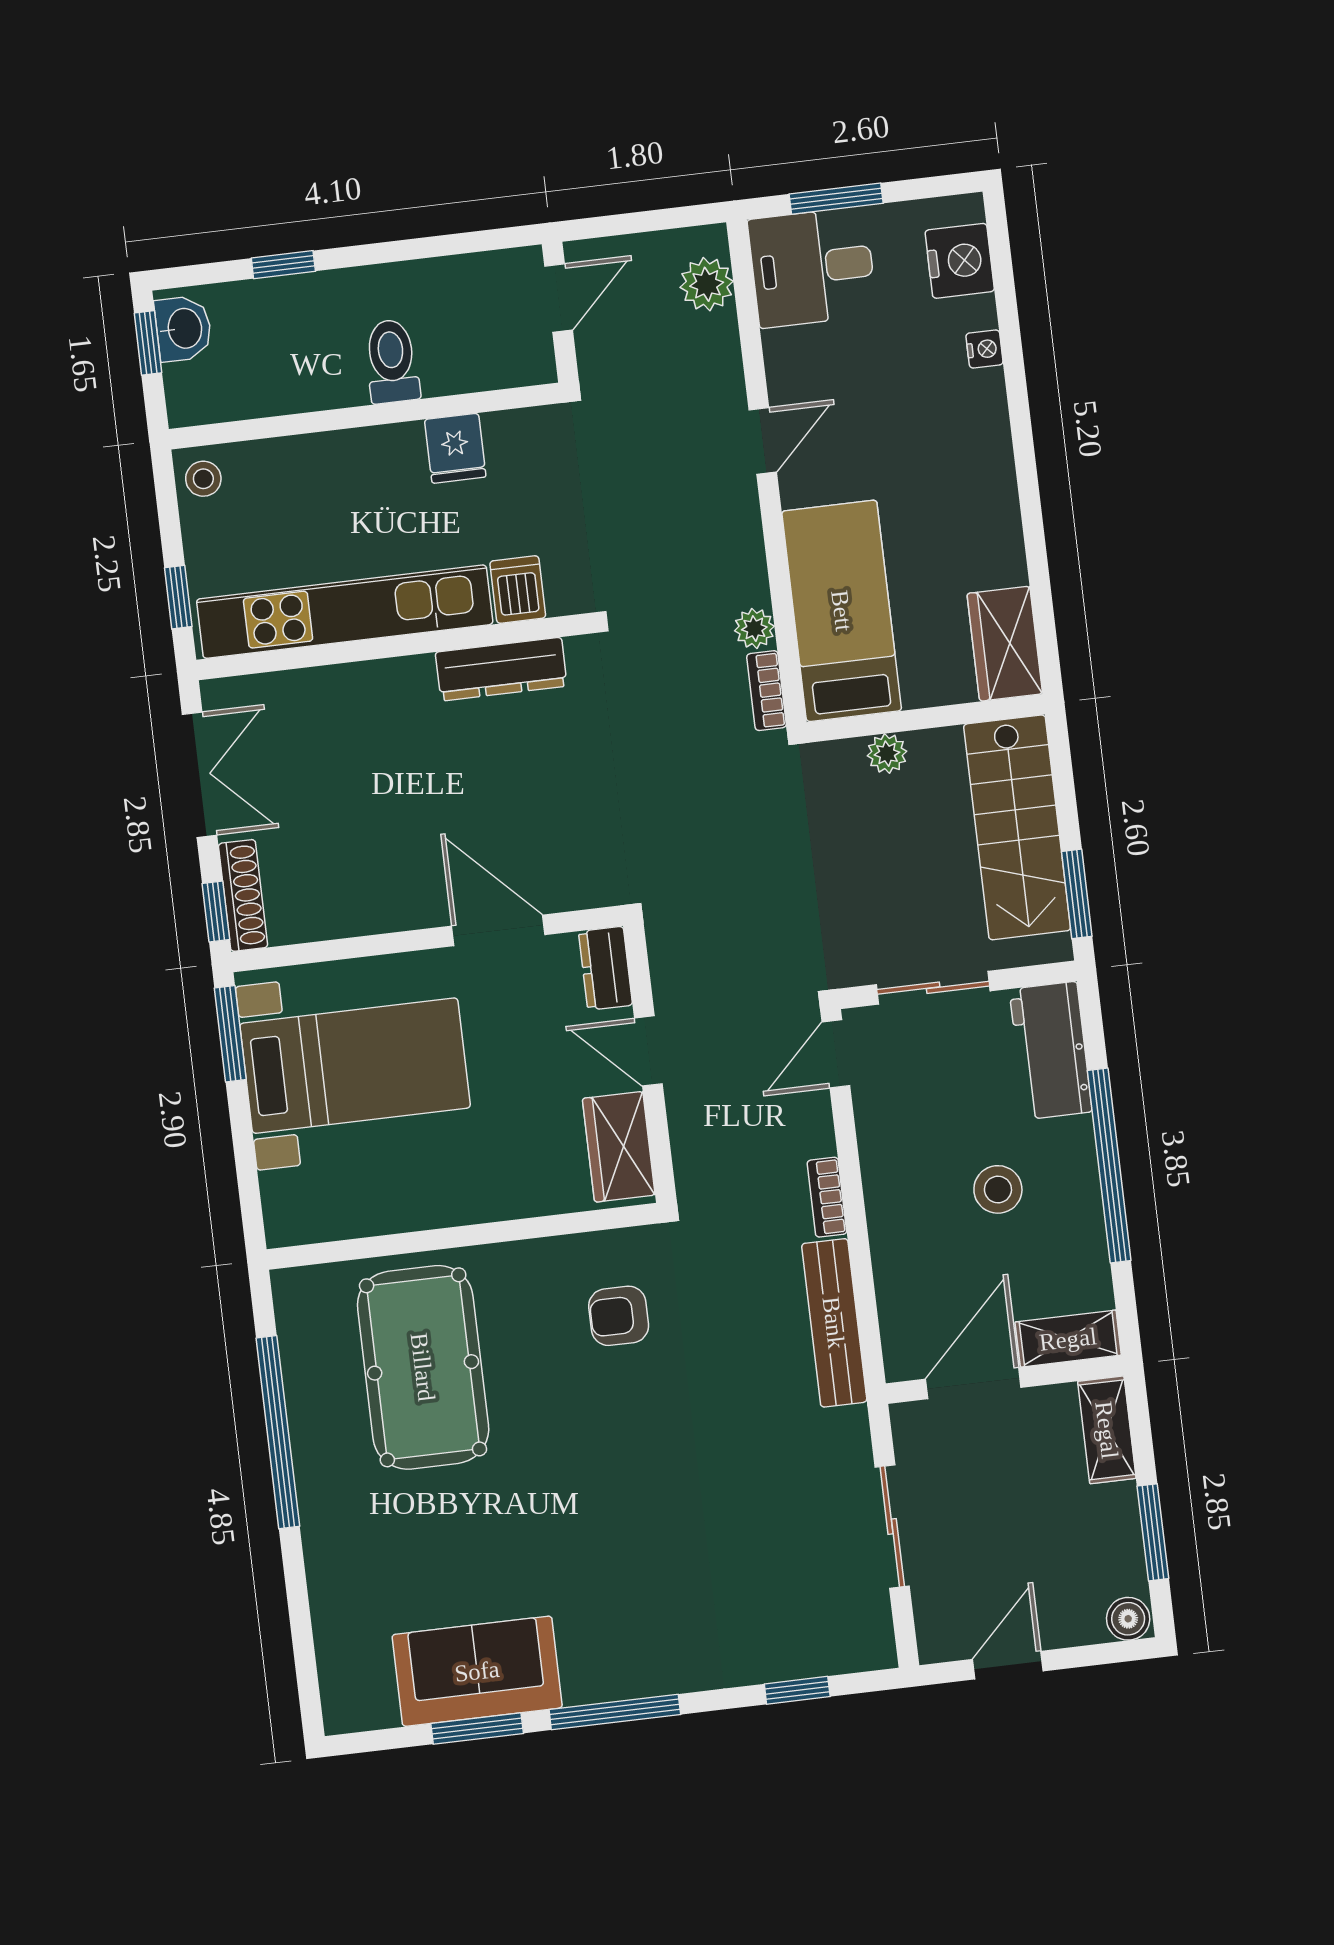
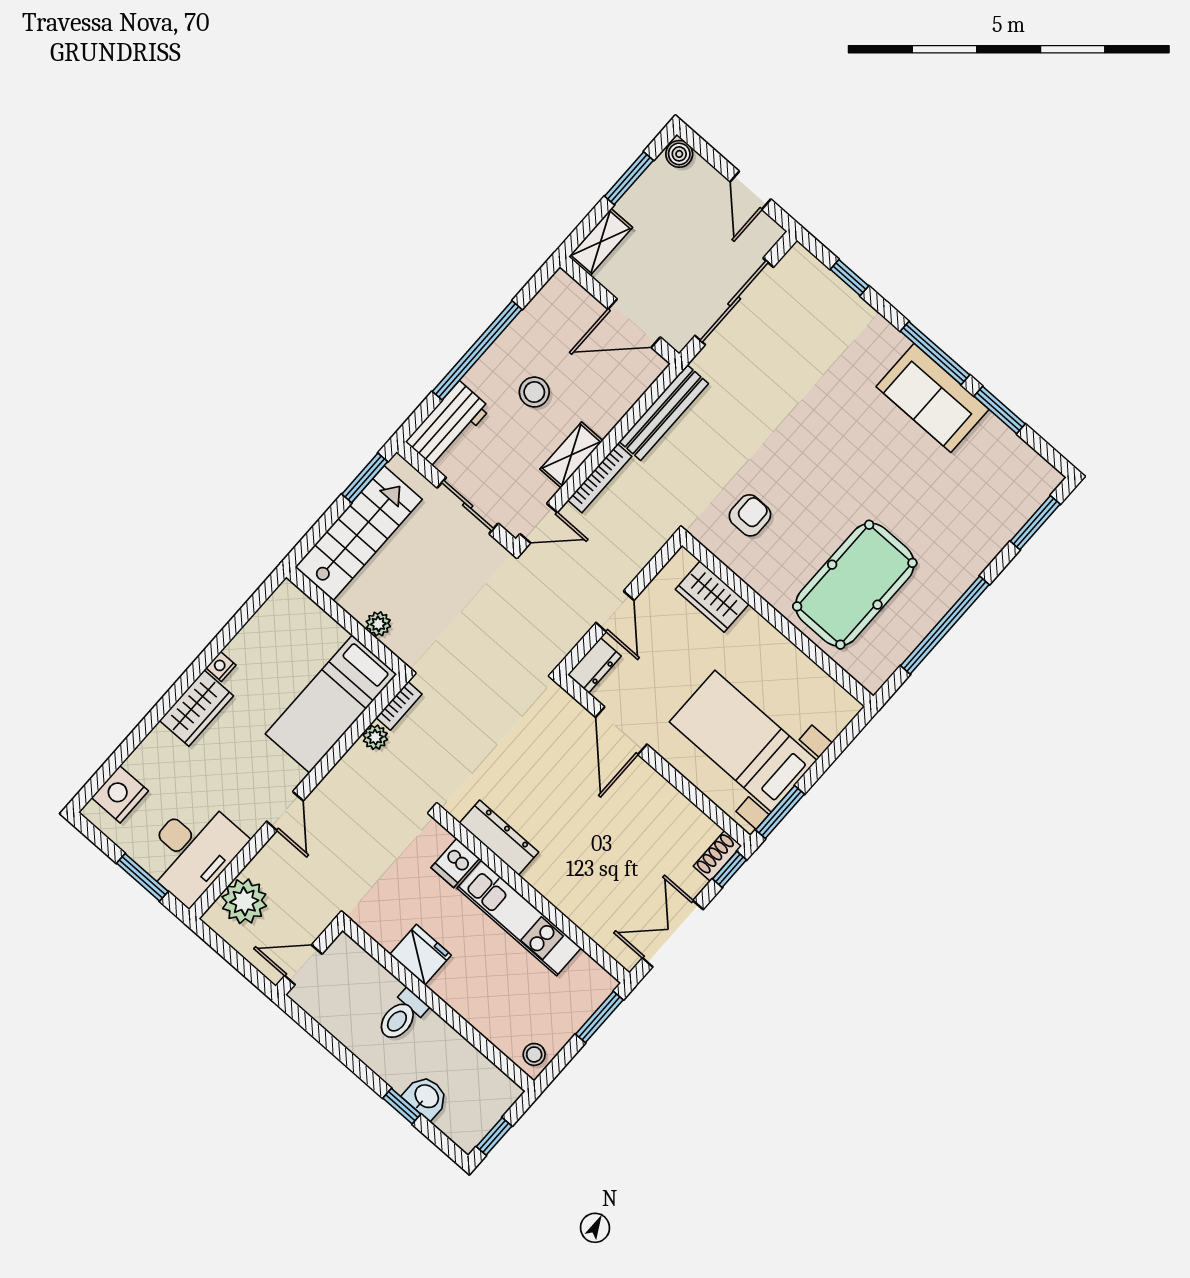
desk: (812, 267) -> (192, 850), width x1.37
plant: (707, 284) -> (244, 901), width x1.36, depth x1.36
washbasin: (183, 328) -> (426, 1097), moved, turned 90
nightstand: (984, 349) -> (221, 667), moved
door: (763, 441) -> (285, 811), swing flipped
fridge: (455, 448) -> (421, 955), width x1.38
window: (178, 597) -> (599, 1017), width x1.50
kitchen unit: (345, 612) -> (519, 918), width x0.73
wardrobe: (1005, 644) -> (196, 708), moved
shoe rack: (243, 895) -> (718, 856), width x0.70
wardrobe: (619, 1147) -> (712, 597), moved, turned 90
bookcase: (827, 1197) -> (600, 478), width x1.56
armchair: (619, 1316) -> (750, 515), turned -90
shelving: (1068, 1339) -> (571, 455), moved, turned 90
sliding door: (892, 1526) -> (734, 301), width x1.37
window: (304, 1650) -> (1035, 523), added
door: (1008, 1665) -> (751, 190), hinge flipped
sofa: (477, 1671) -> (932, 398), moved

